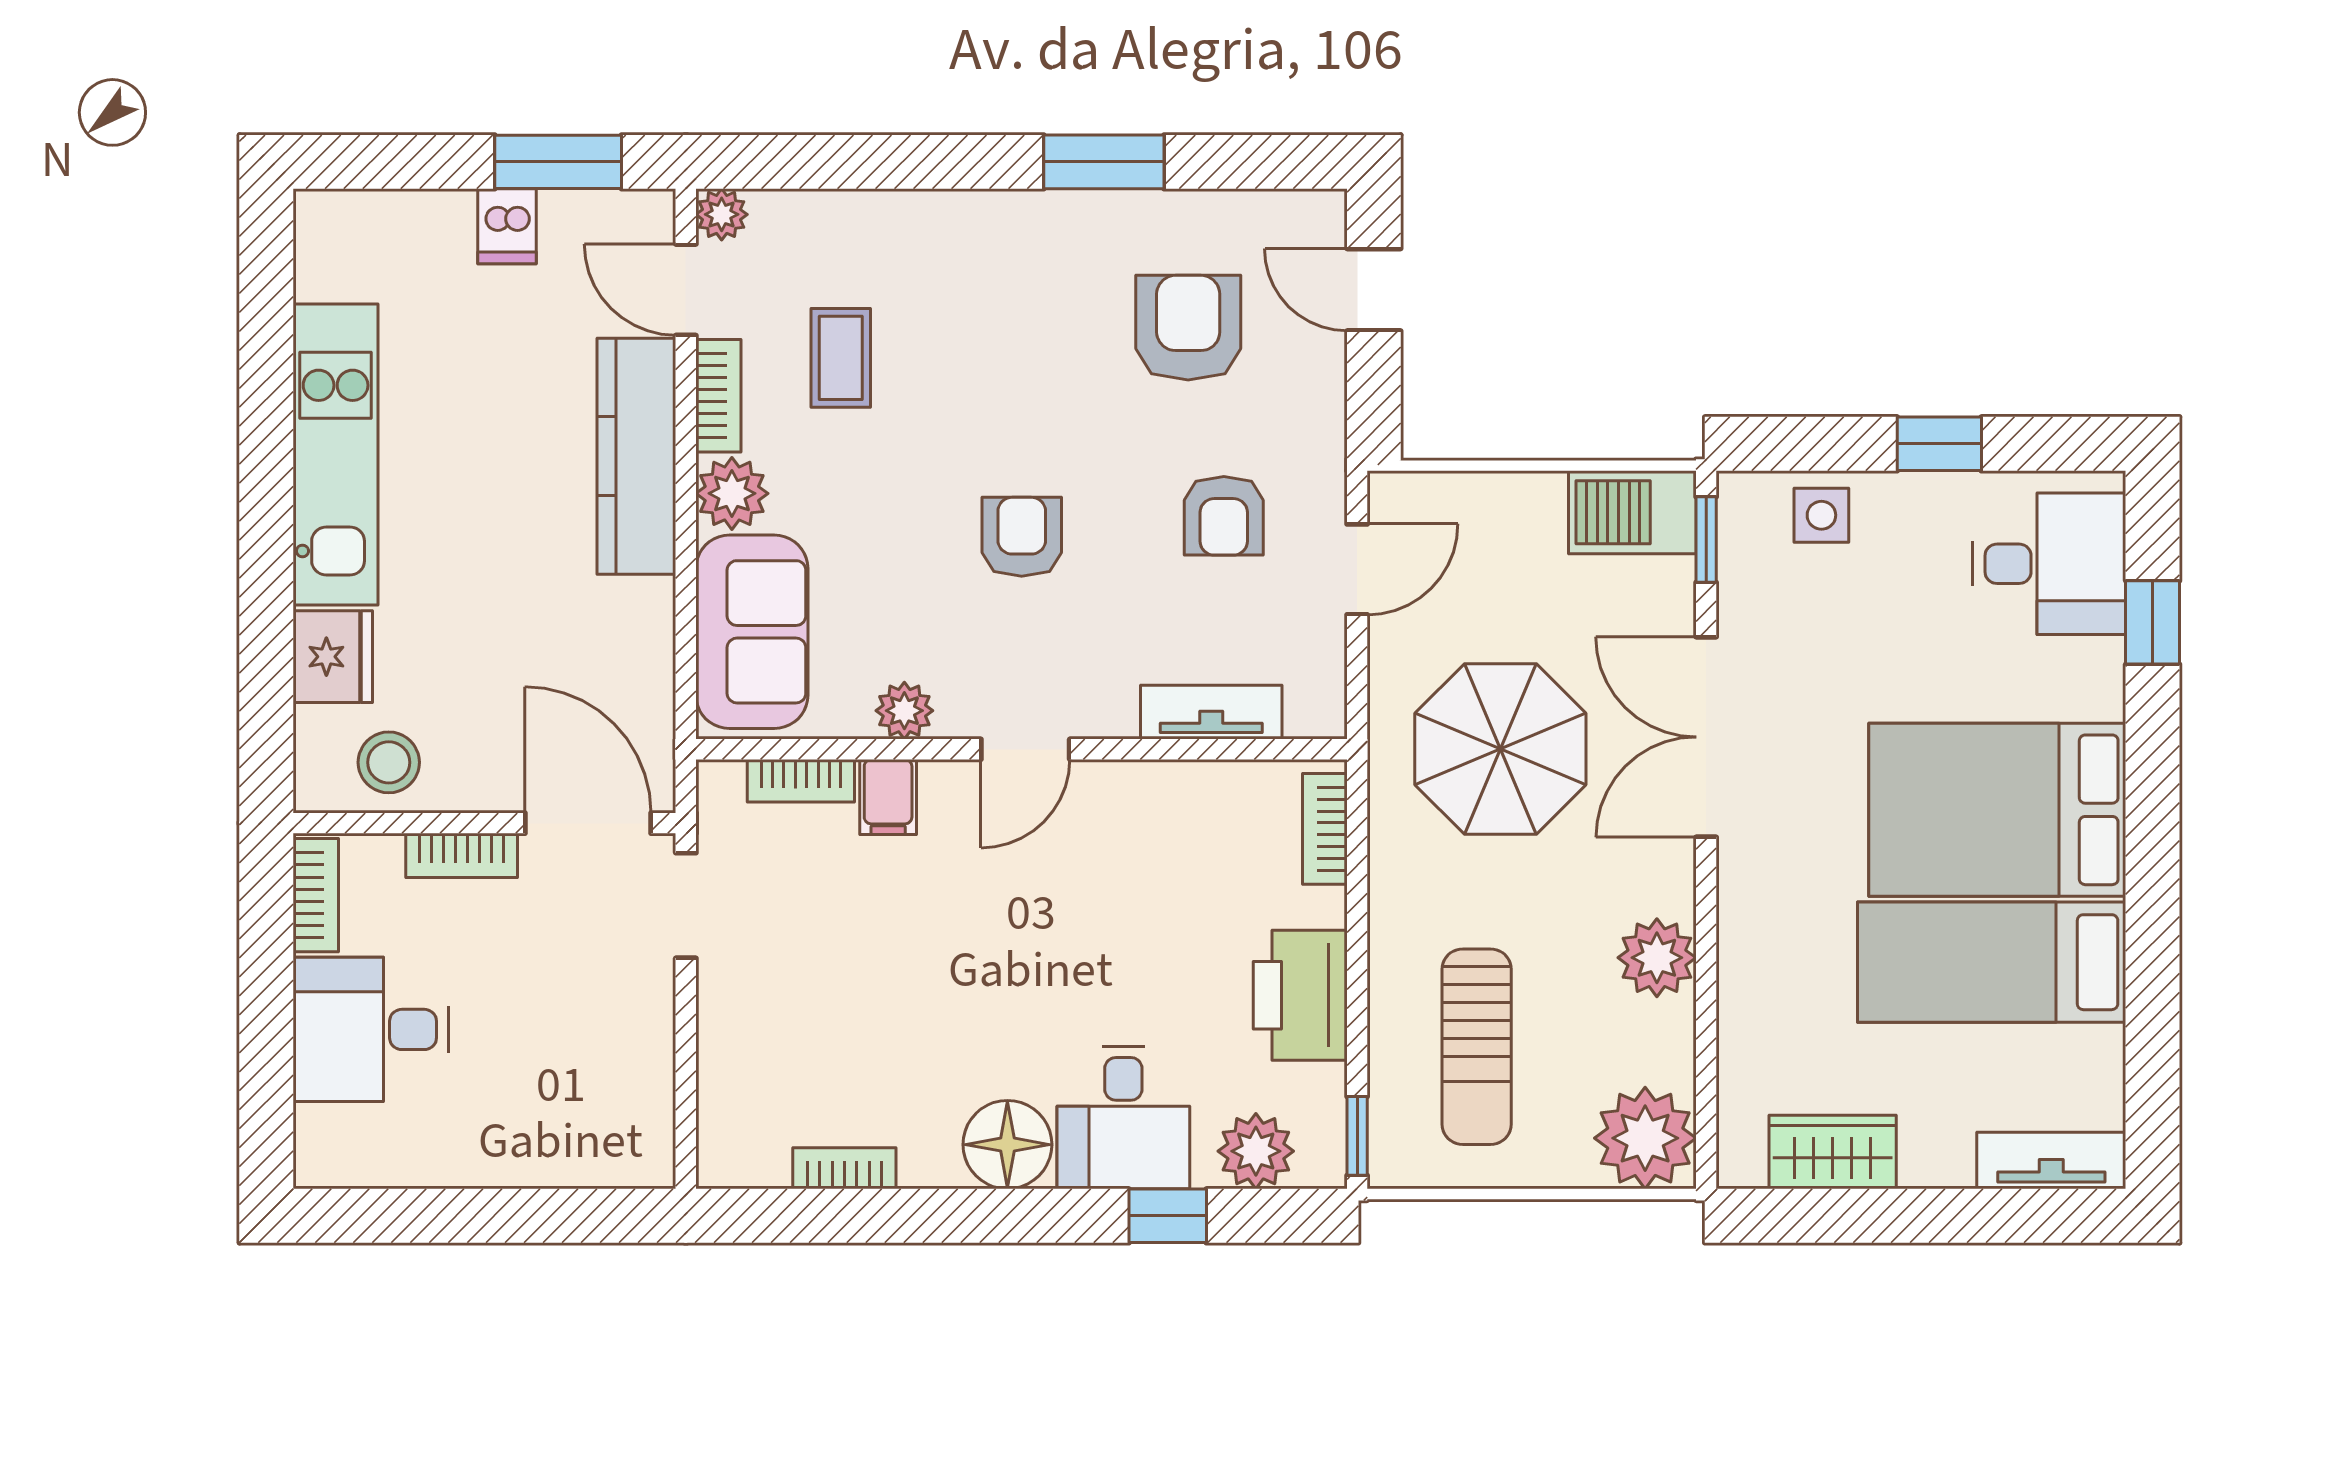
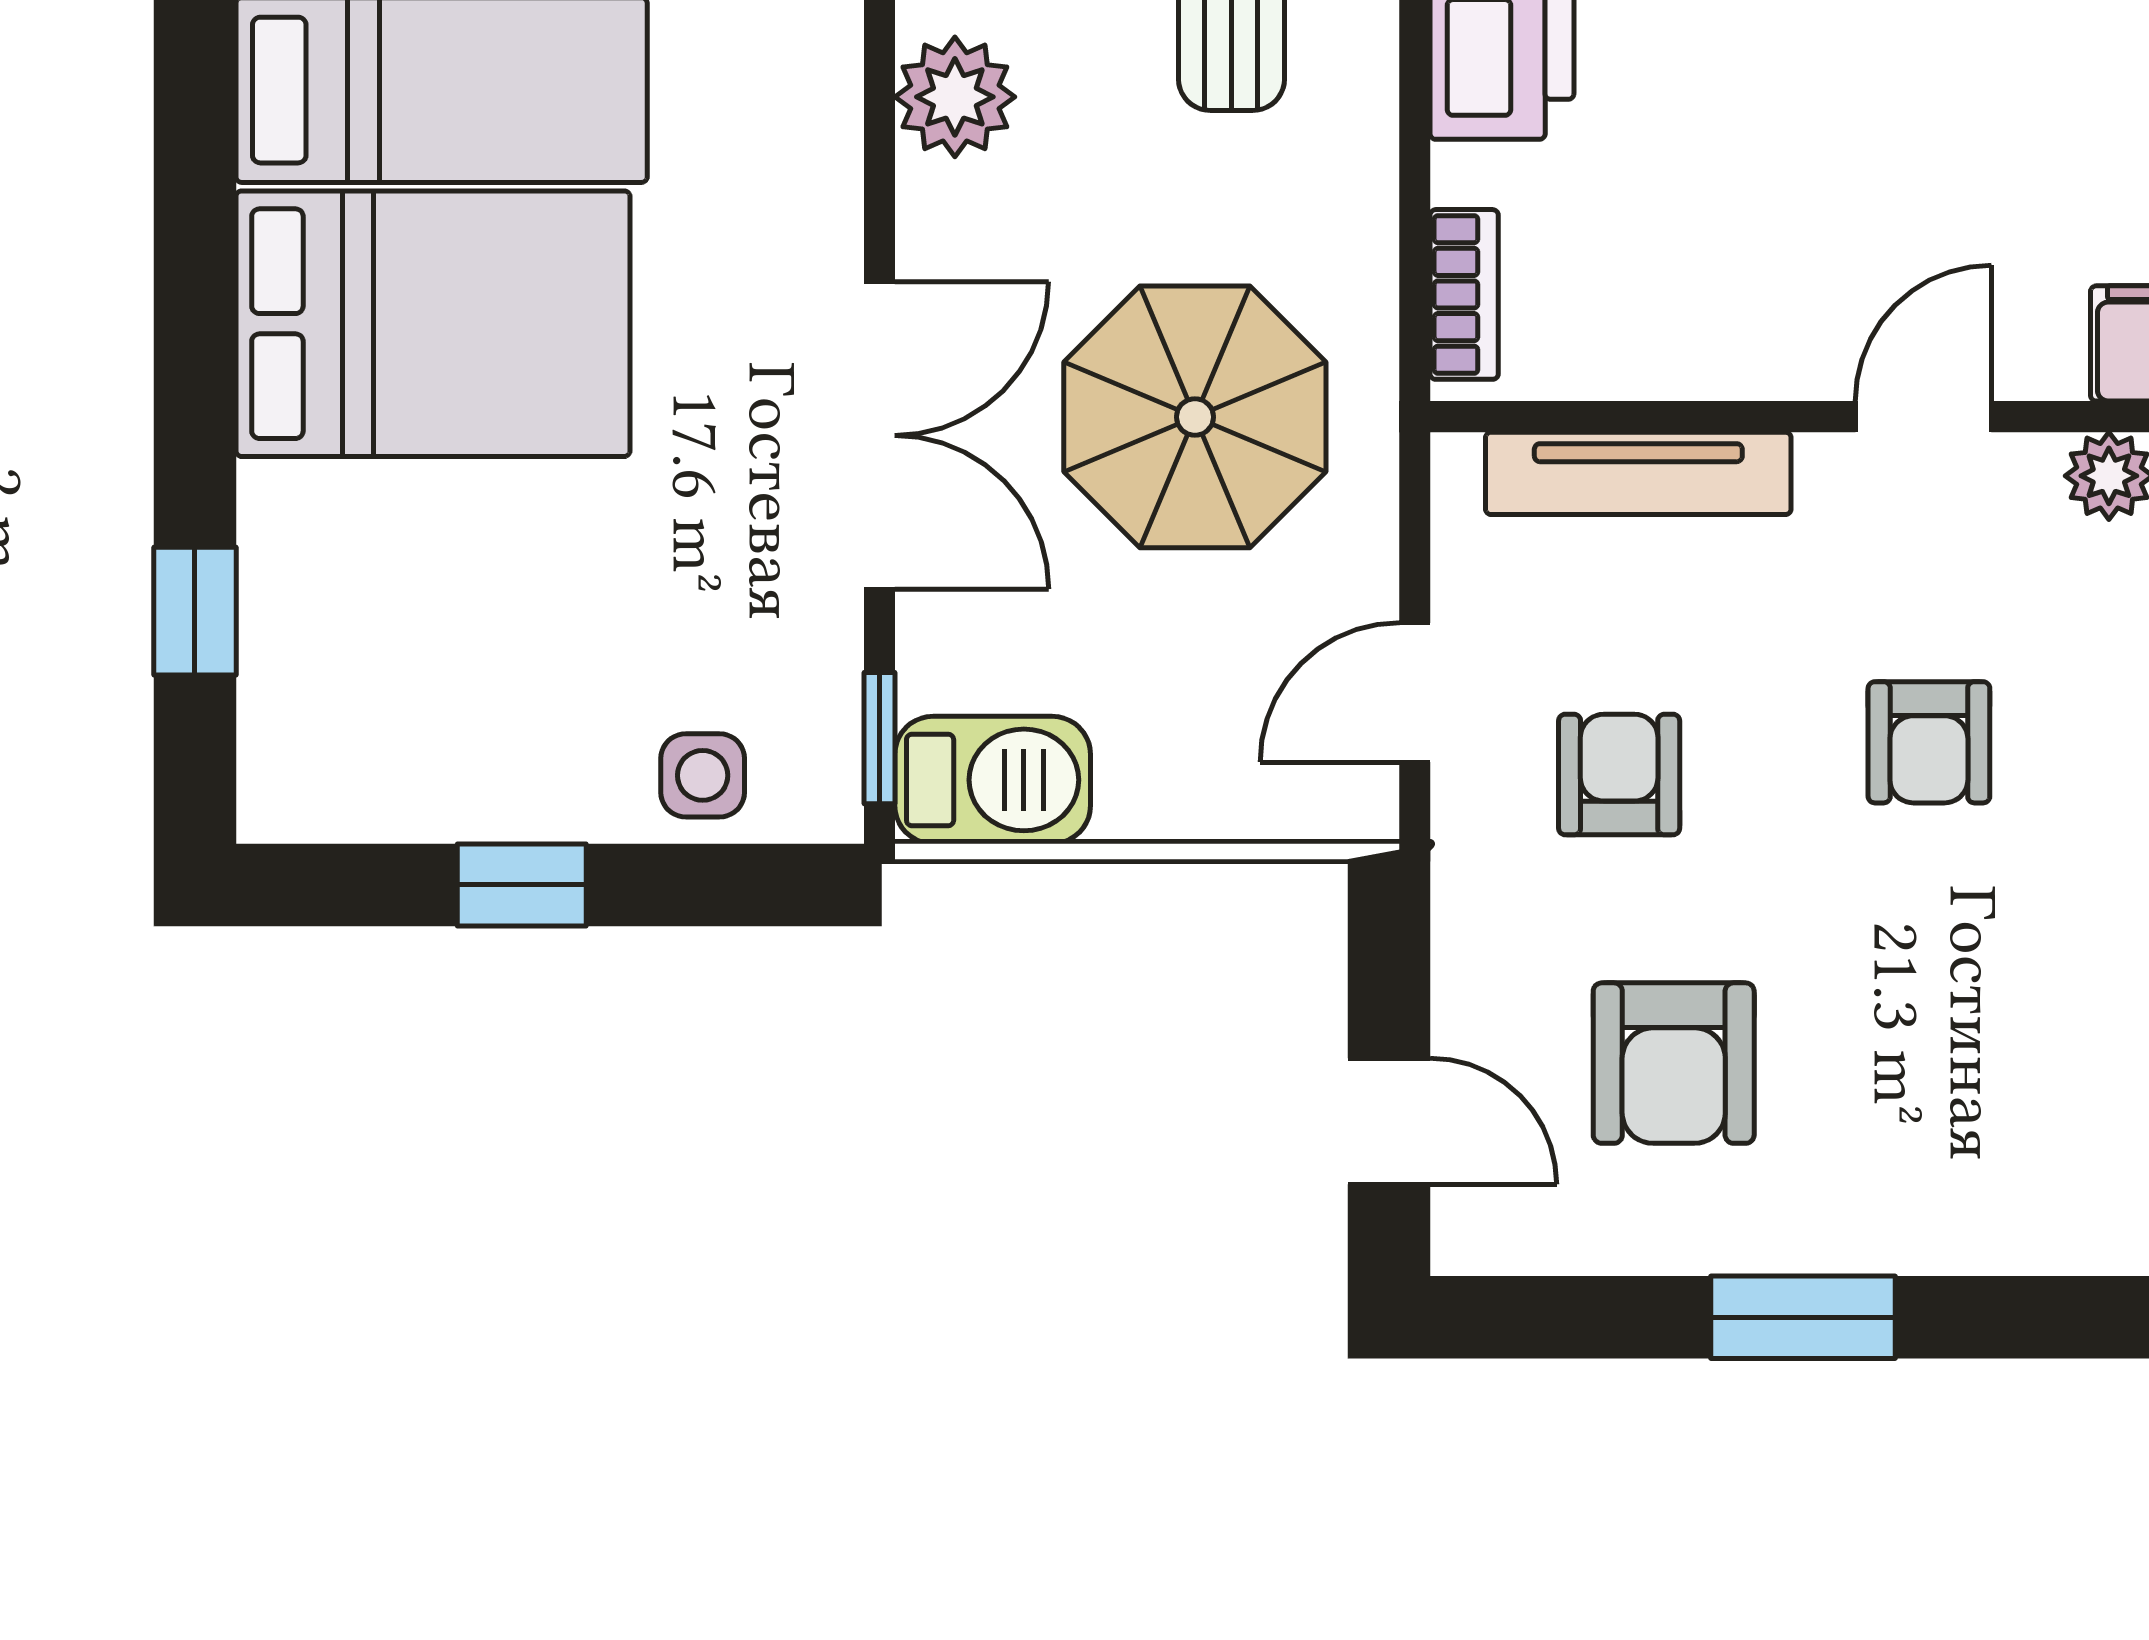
desk: (2049, 564) -> (353, 701), removed
tv unit: (1211, 712) -> (1638, 473), width x1.41

